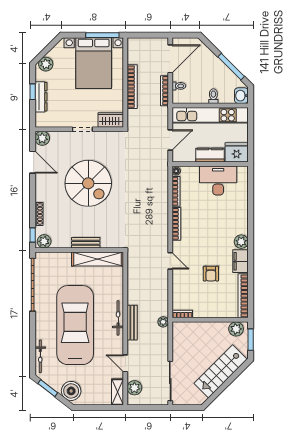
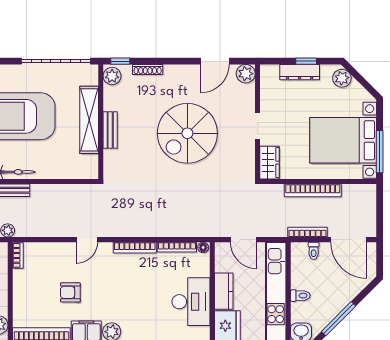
shelving: (98, 259) -> (89, 120), moved

